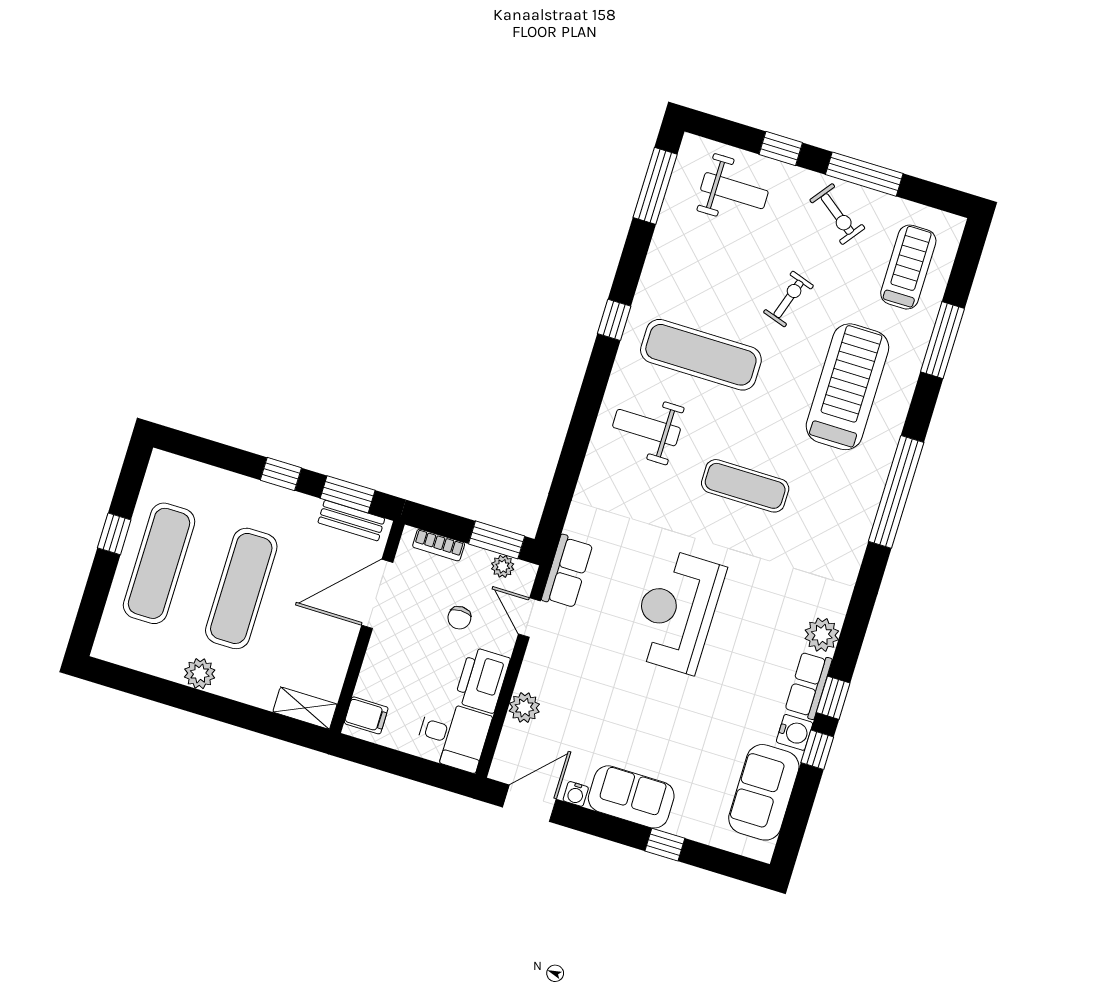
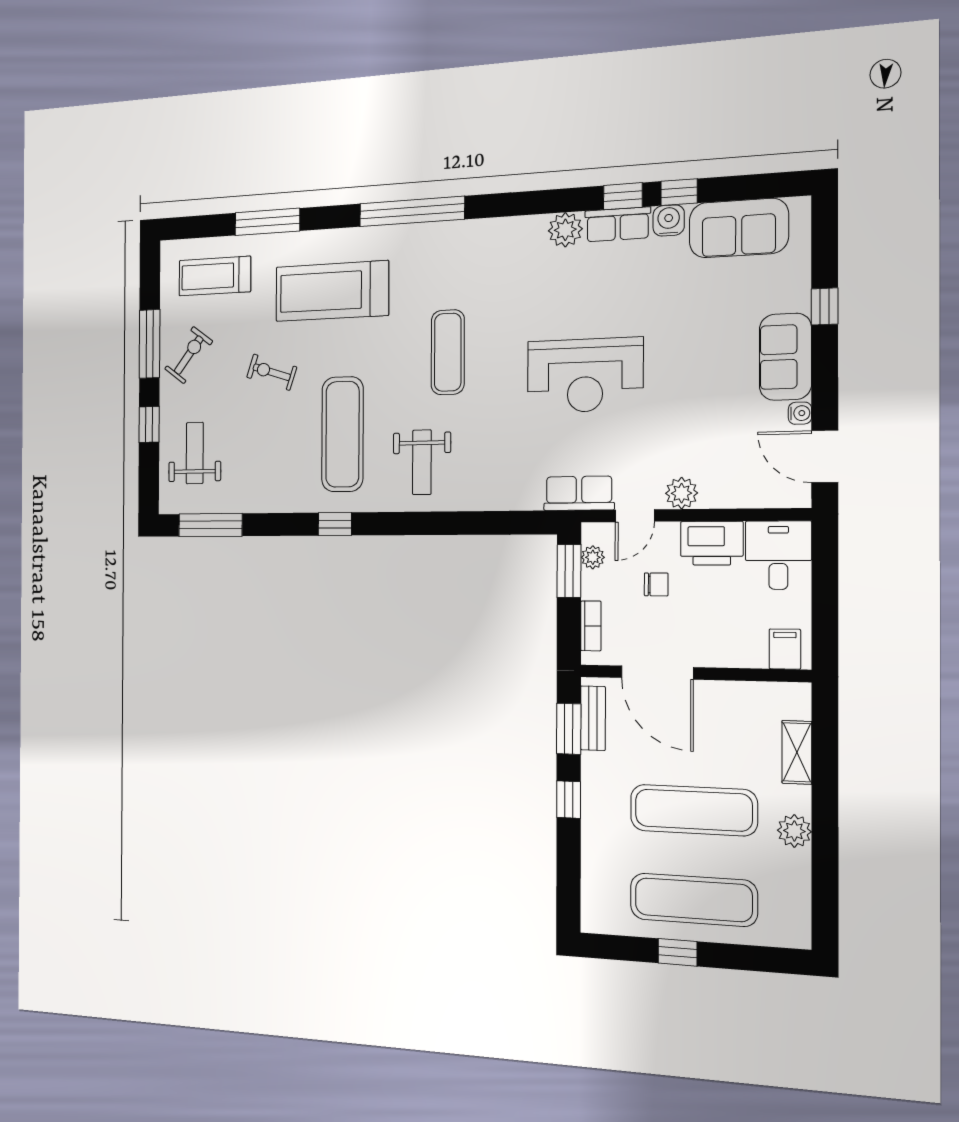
shelving: (305, 708) -> (797, 752), moved
plant: (524, 708) -> (682, 493), moved

